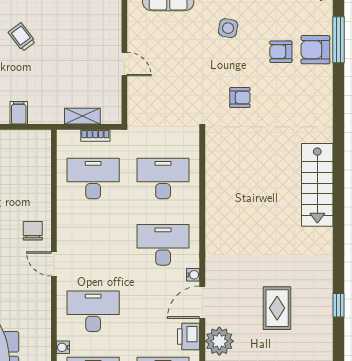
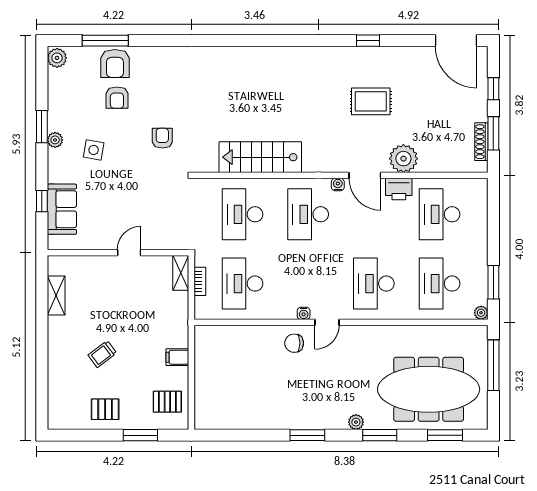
shelving: (82, 116) -> (181, 273), moved
stairs: (317, 185) -> (260, 157), moved, turned 180
water cooler: (63, 347) -> (304, 313), moved

